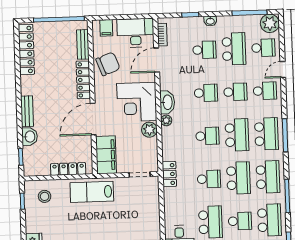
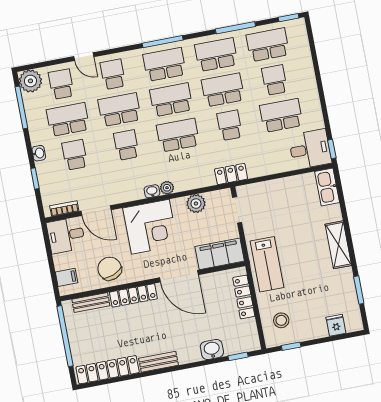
desk: (136, 33) -> (66, 235), width x0.73
school desk: (235, 92) -> (120, 110), width x1.85
washbasin: (167, 102) -> (152, 191), width x0.52, depth x0.69
bench: (27, 111) -> (159, 362), moved
plant: (149, 130) -> (196, 204), moved
school desk: (207, 136) -> (178, 135), width x1.85

